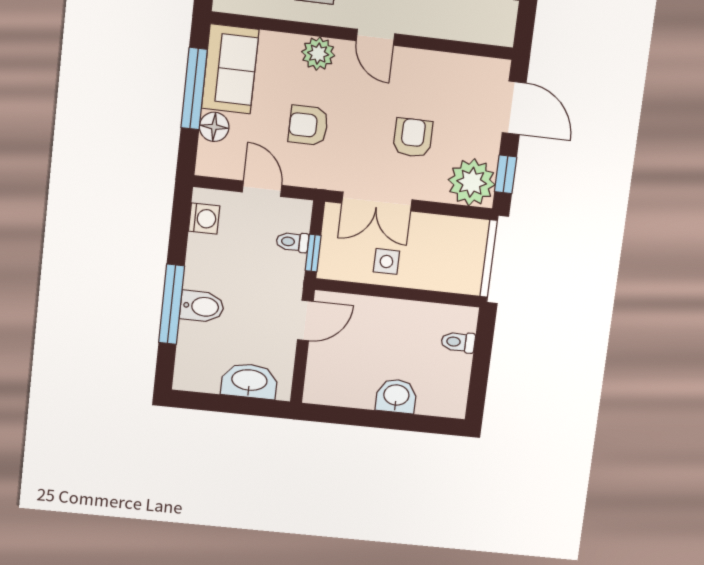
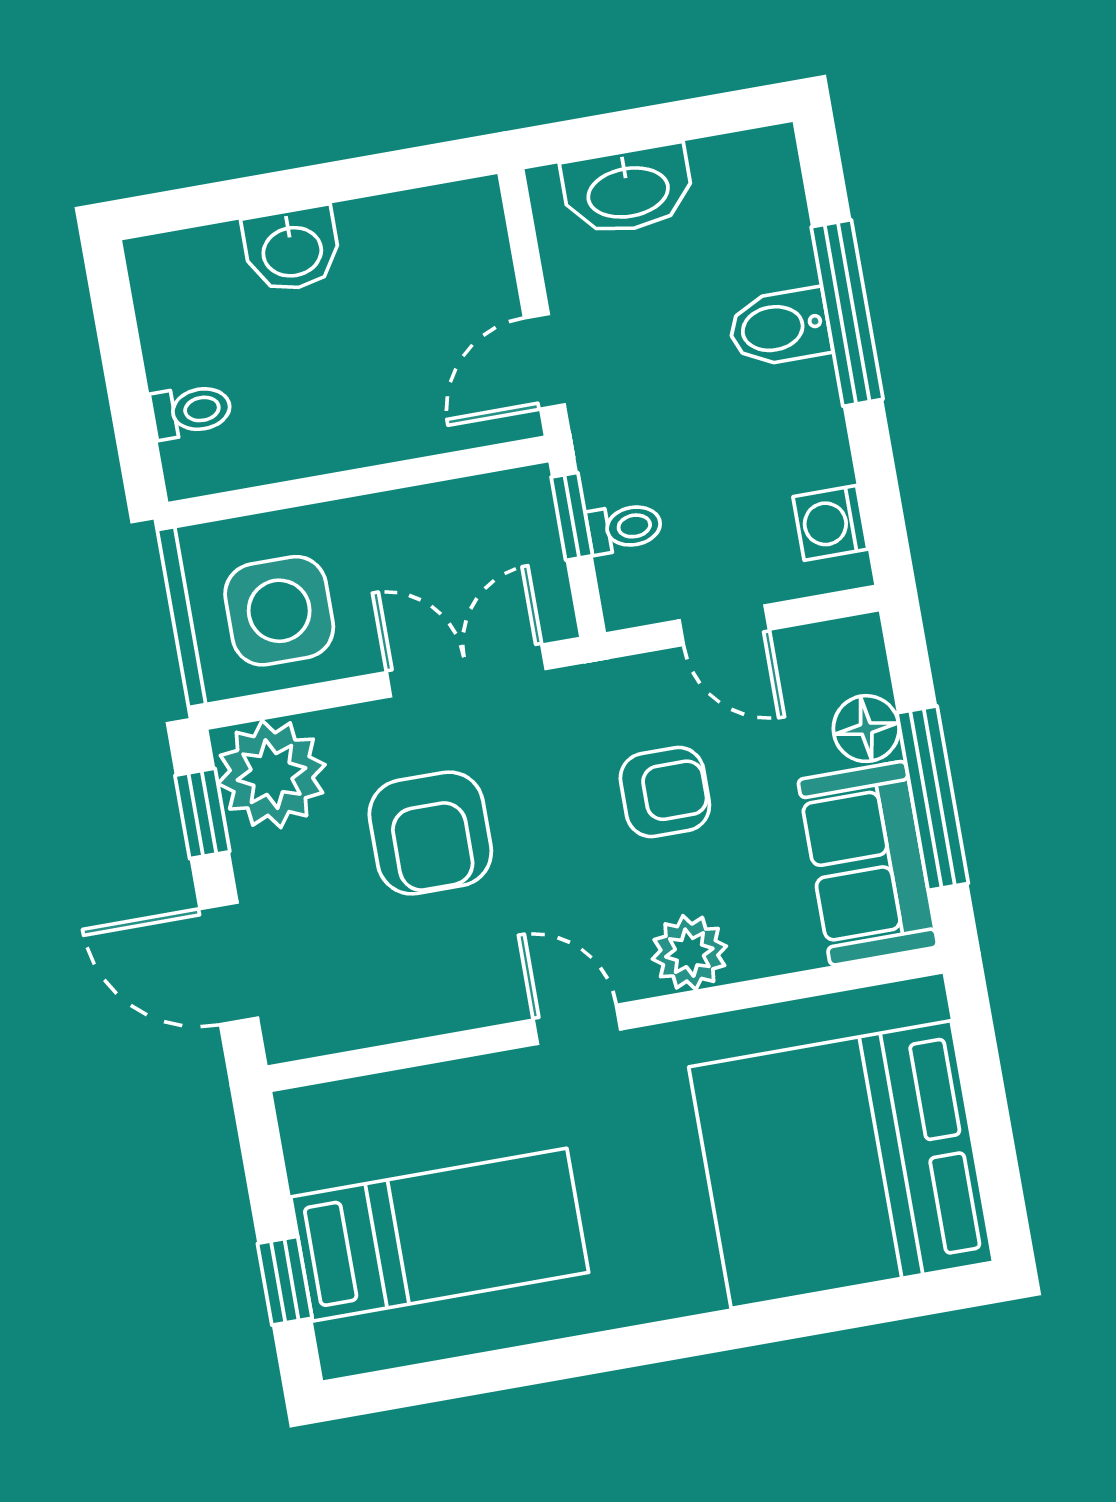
armchair: (413, 138) -> (430, 833), width x1.38, depth x1.38
side table: (386, 262) -> (279, 611), moved, width x1.87, depth x1.87

